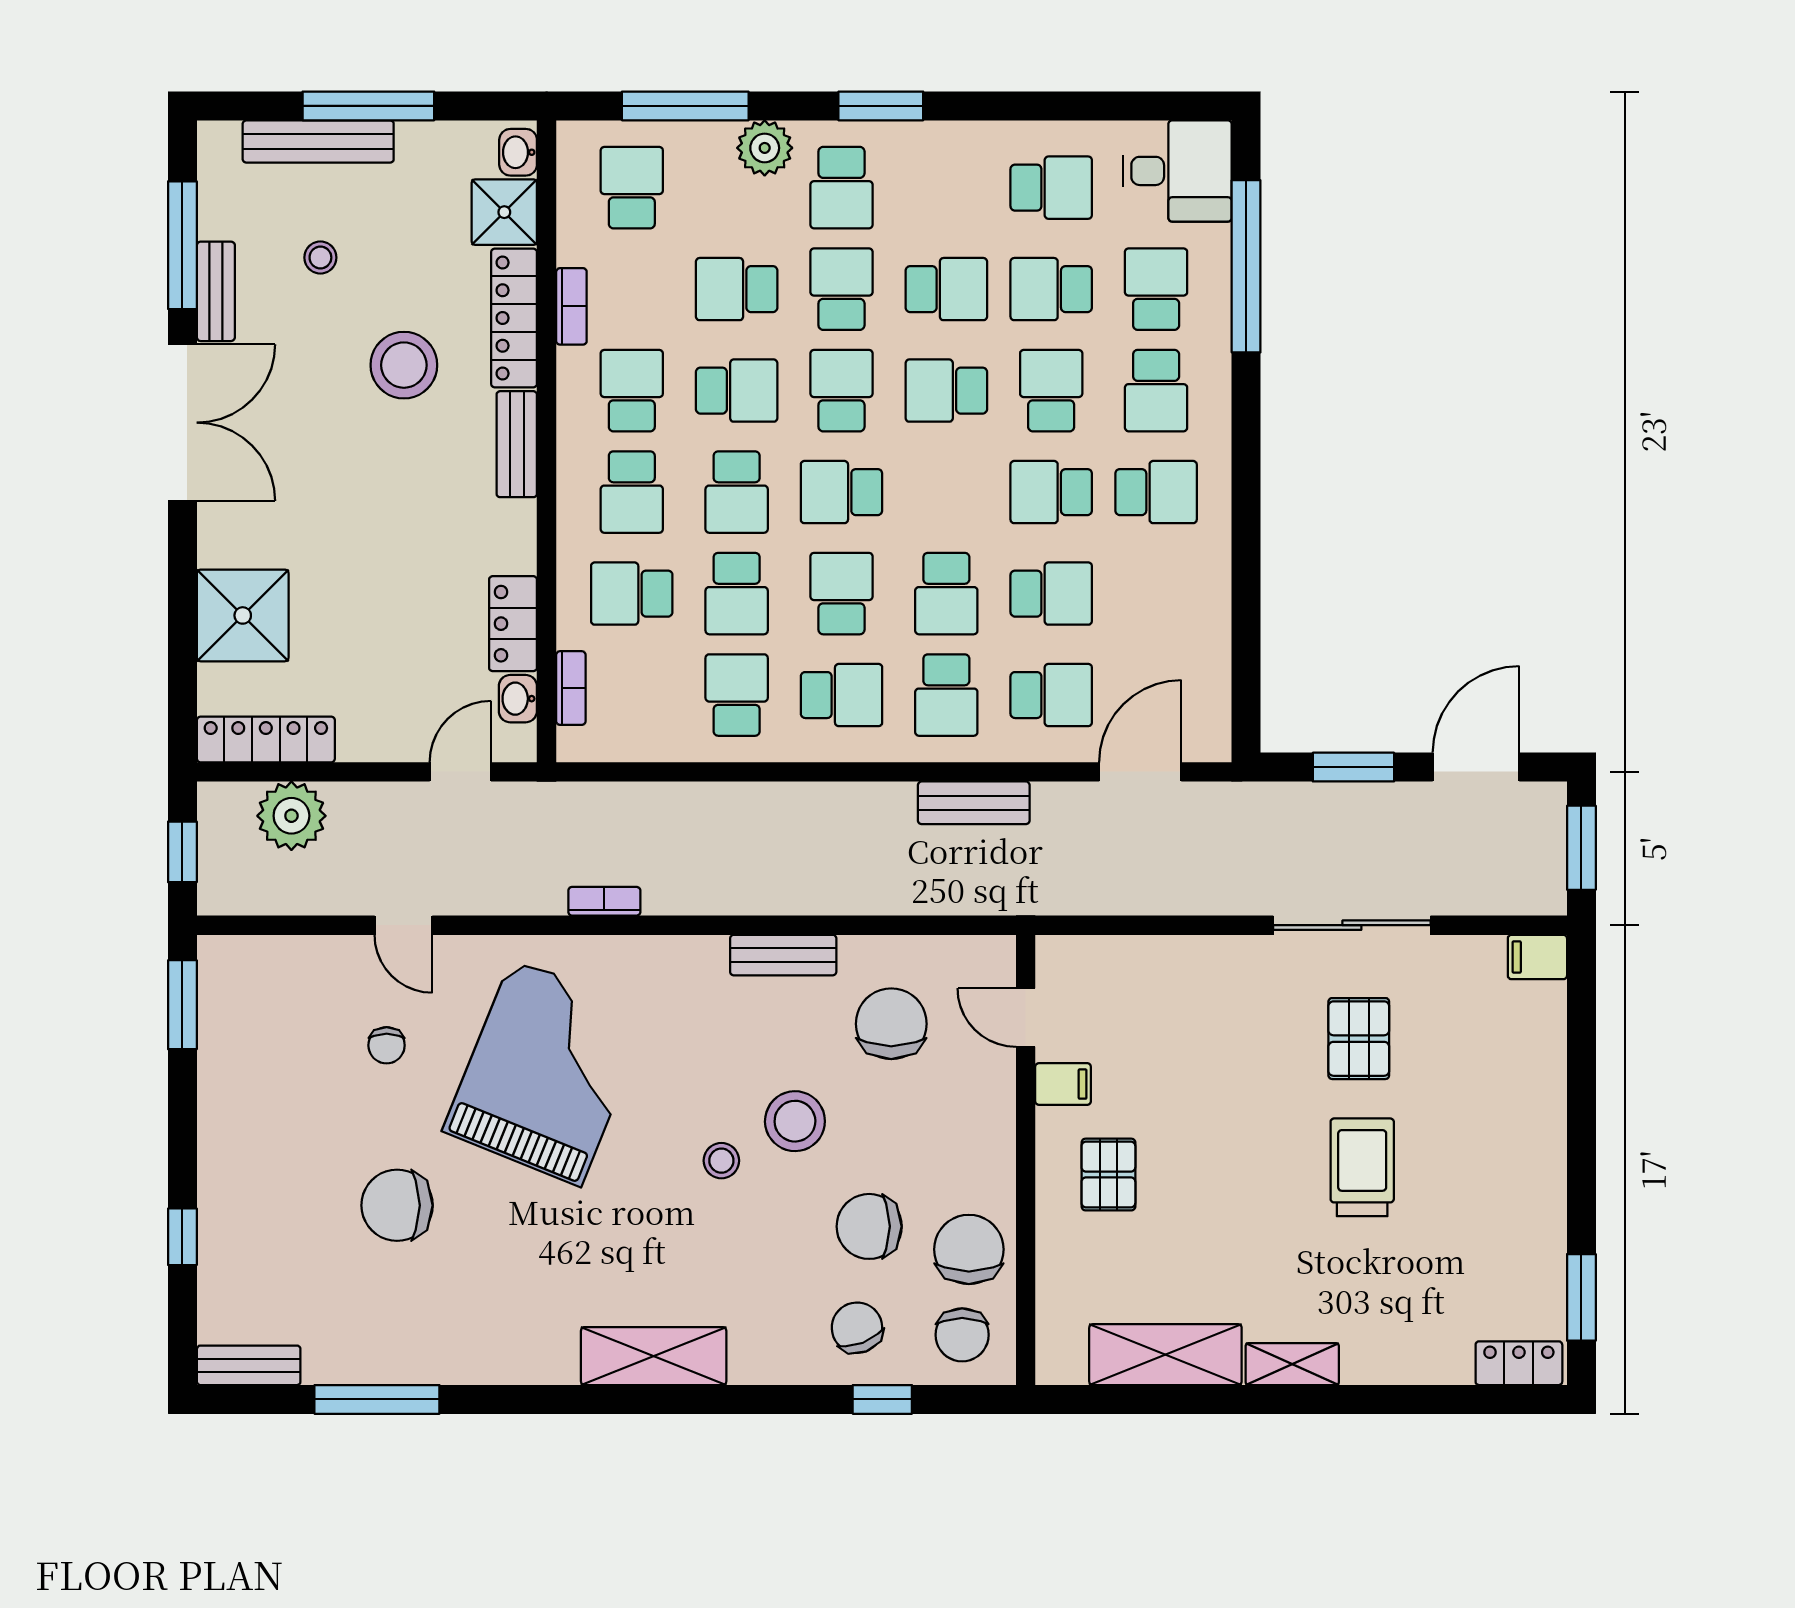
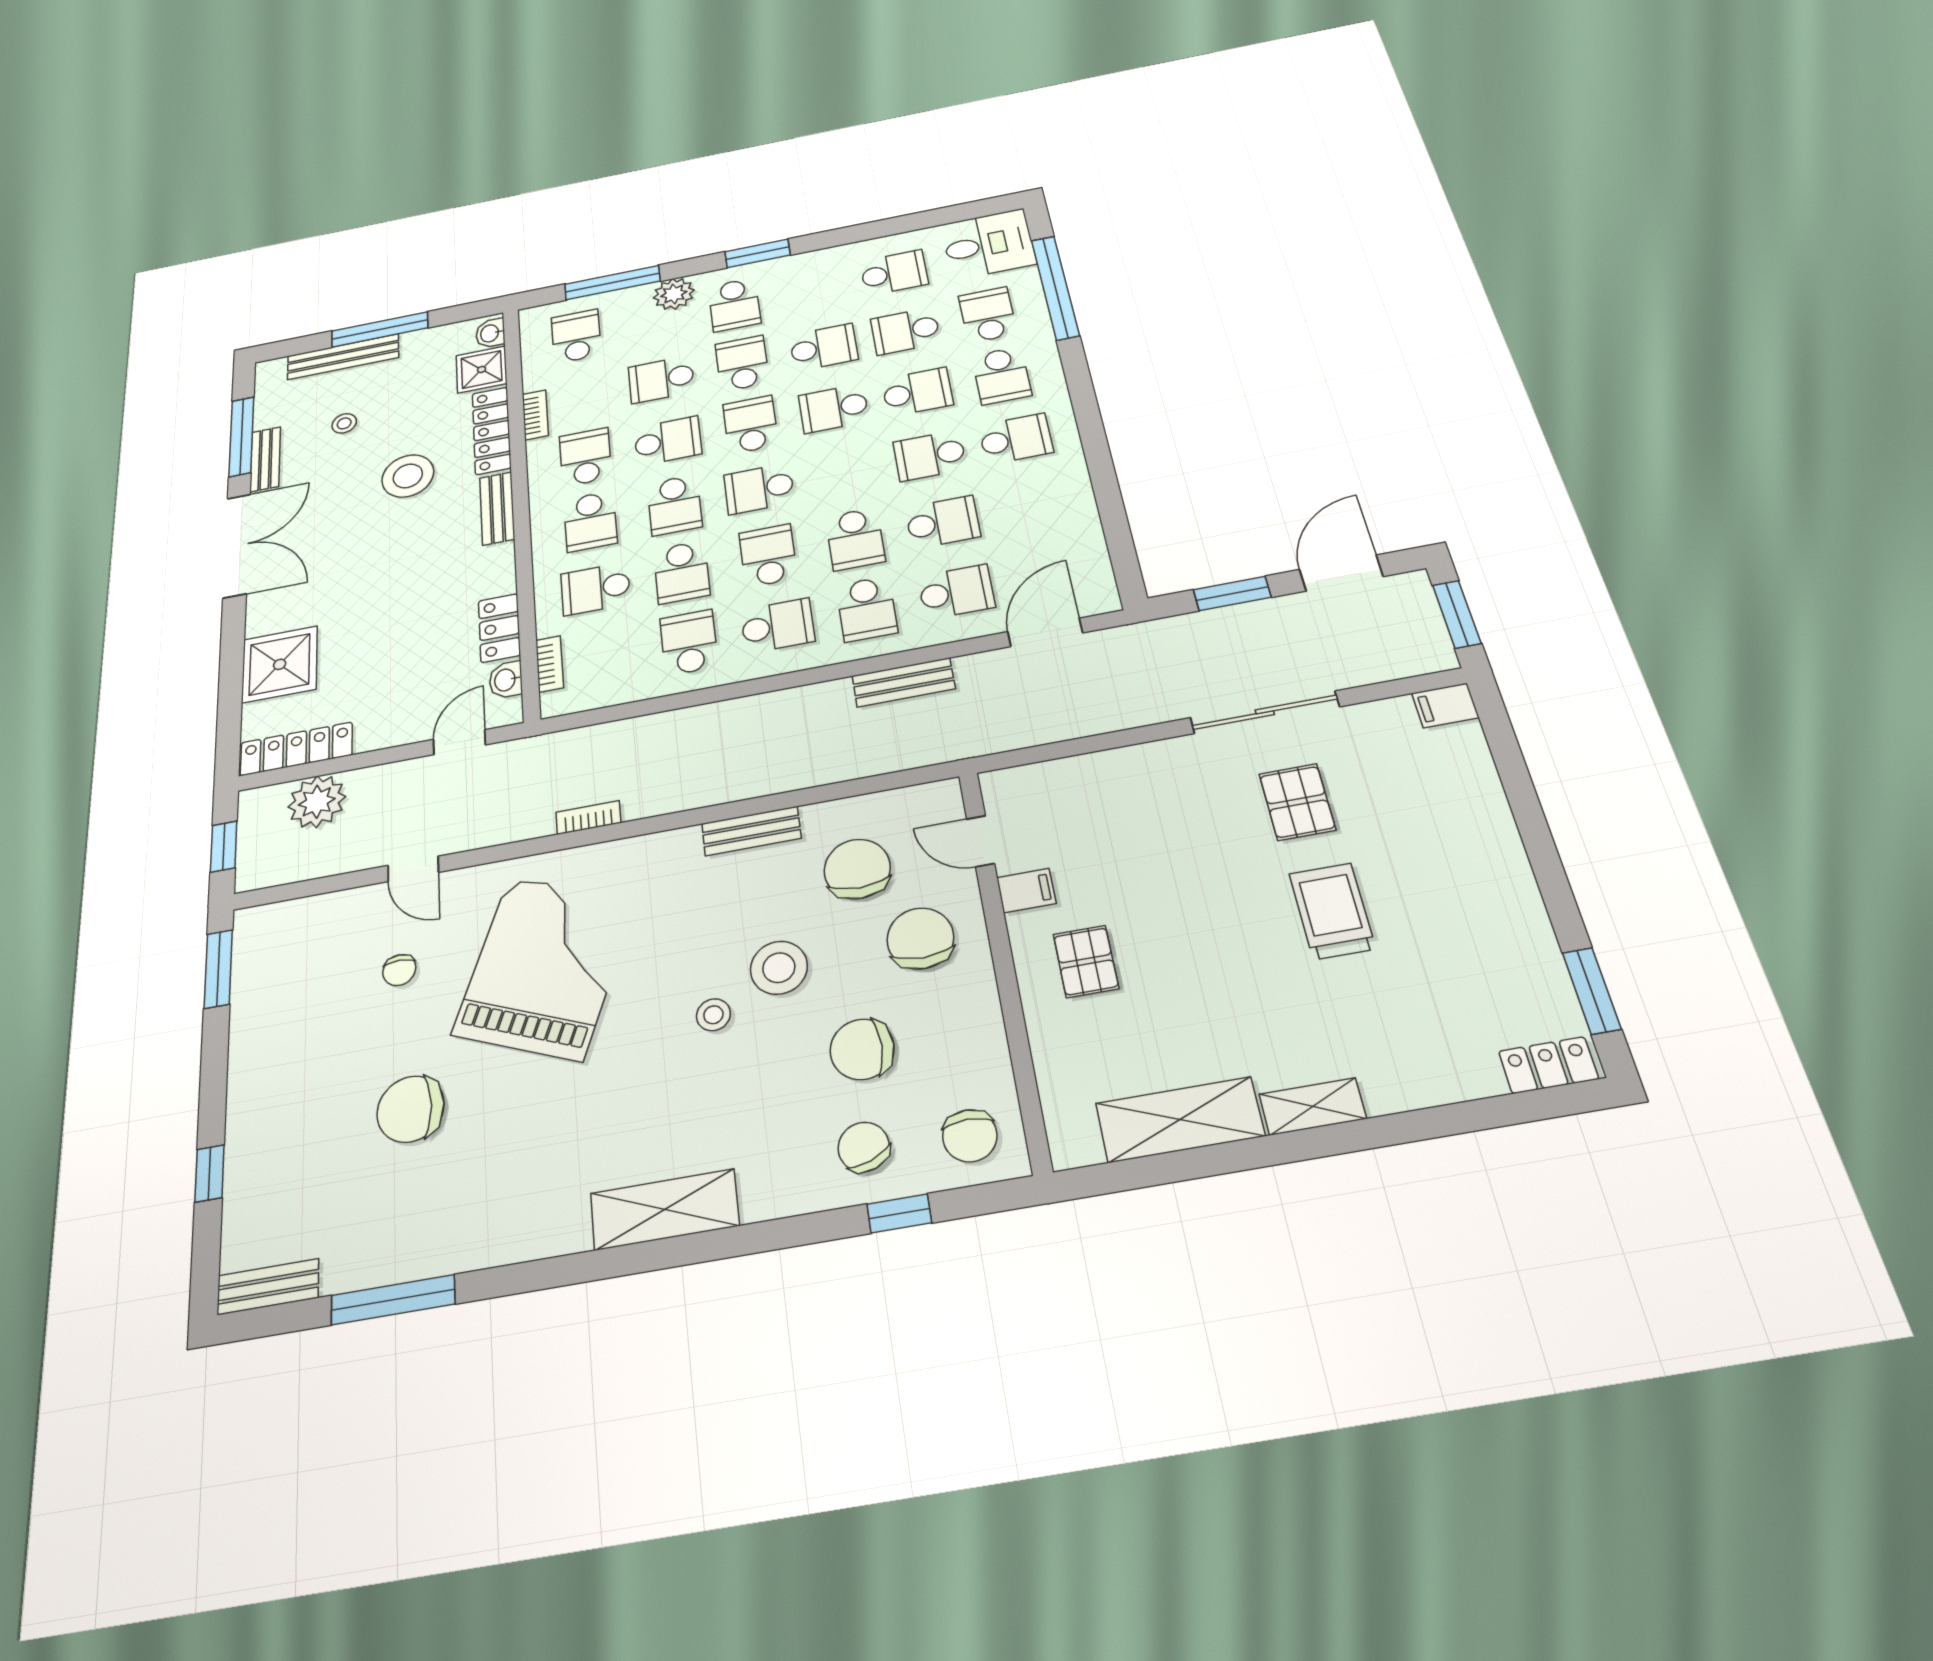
school desk: (1051, 391) -> (917, 392), turned 90
chair: (969, 1249) -> (920, 938), moved

